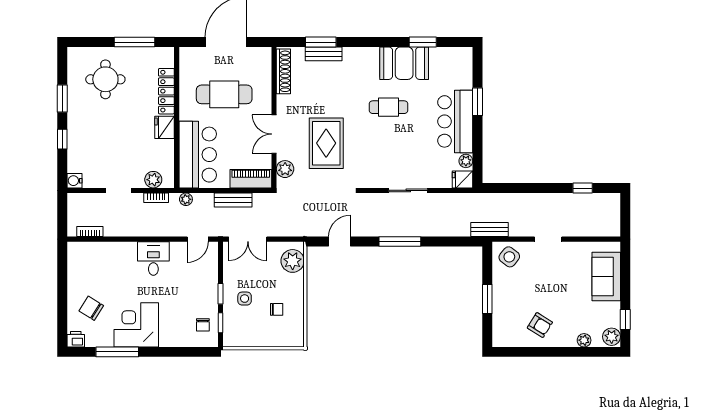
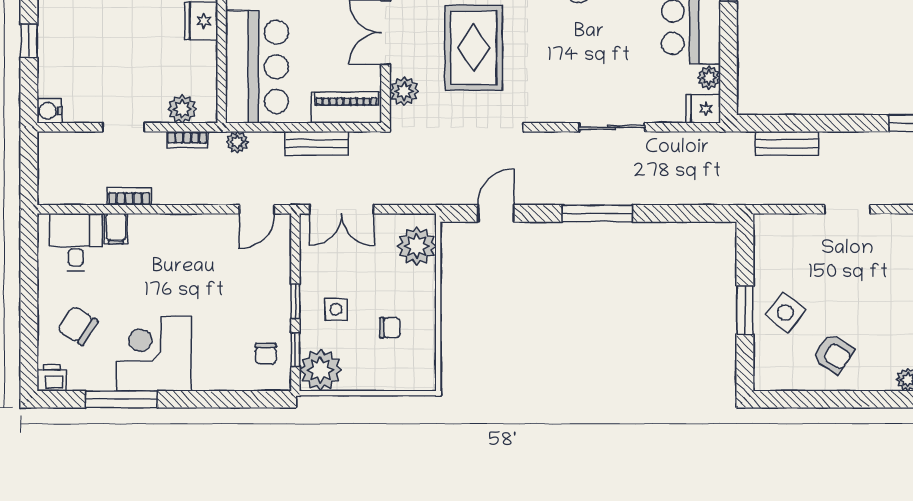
bench: (489, 230) -> (787, 143), moved
bookcase: (90, 232) -> (129, 196), moved
filing cabinet: (114, 251) -> (116, 229), added
side table: (509, 257) -> (785, 312), moved
desk: (153, 259) -> (76, 242), moved
plant: (235, 335) -> (321, 370), added

